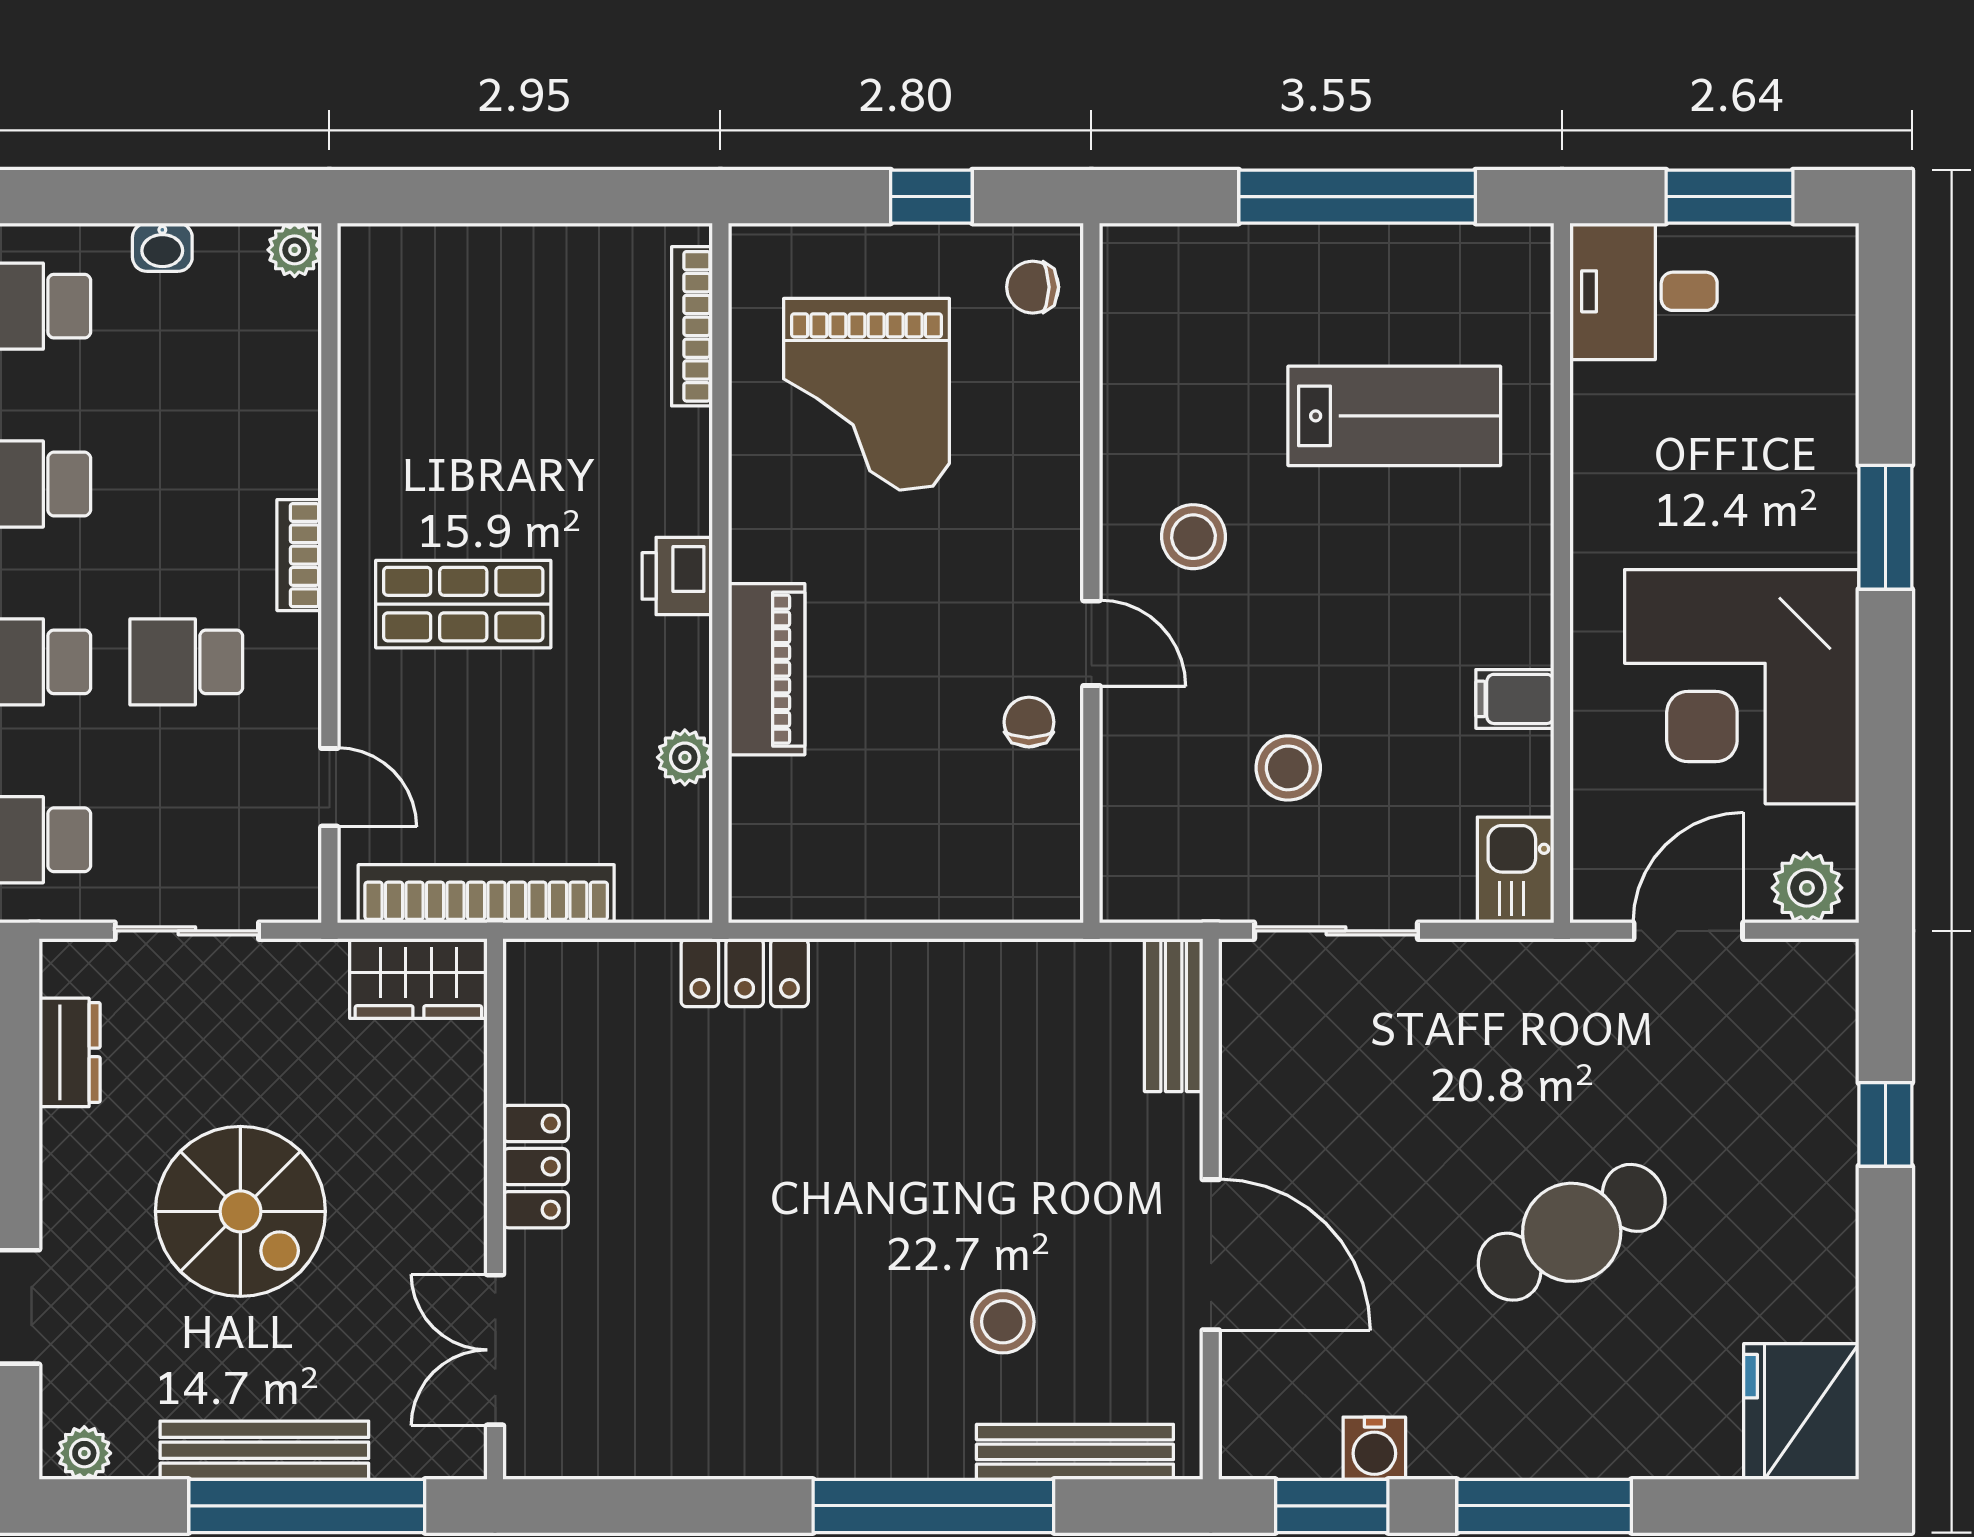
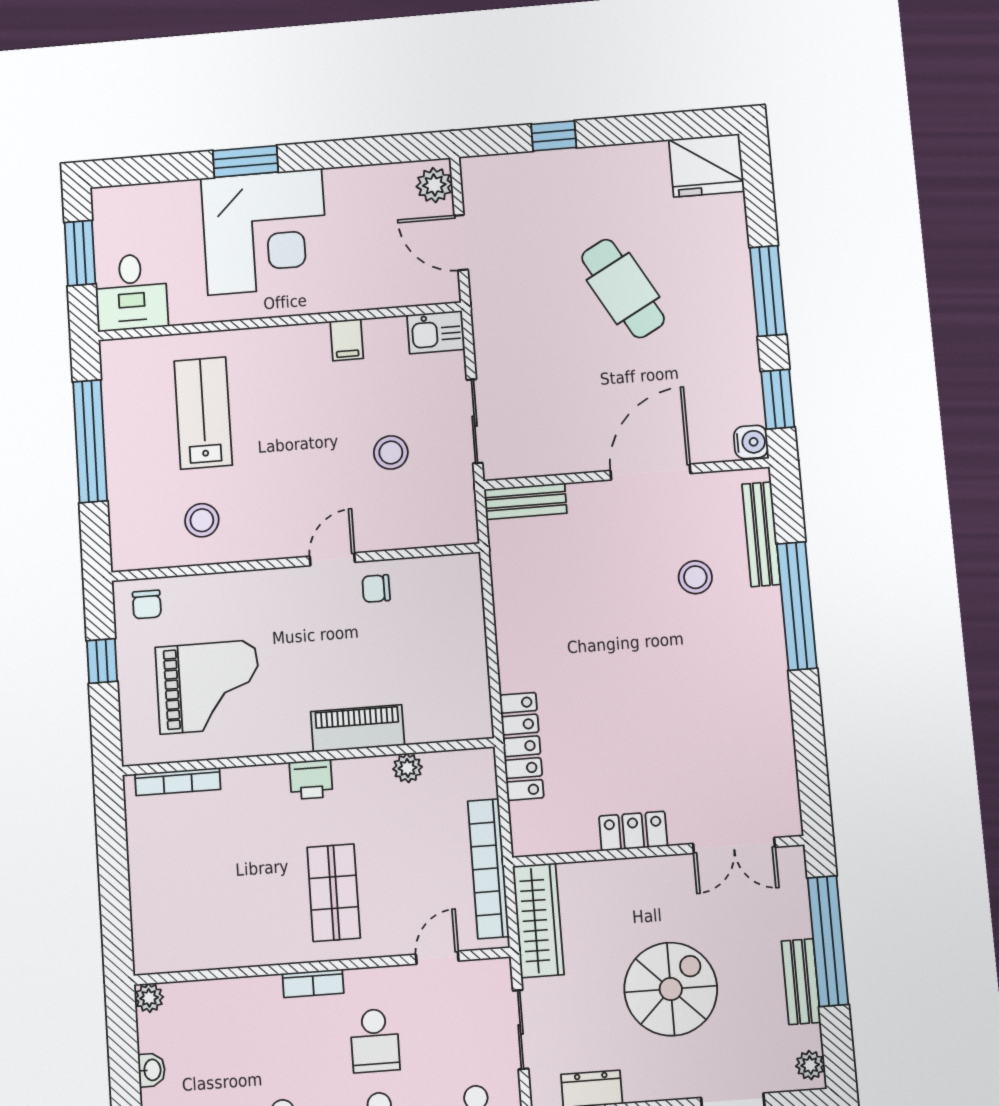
stool: (1194, 537) -> (202, 520), moved
corner desk: (1742, 687) -> (265, 232), moved
locker: (745, 973) -> (522, 746), width x1.53
wardrobe: (418, 979) -> (538, 920), width x1.50
water cooler: (1374, 1448) -> (751, 442), moved
bench: (264, 1450) -> (801, 982), width x0.73

